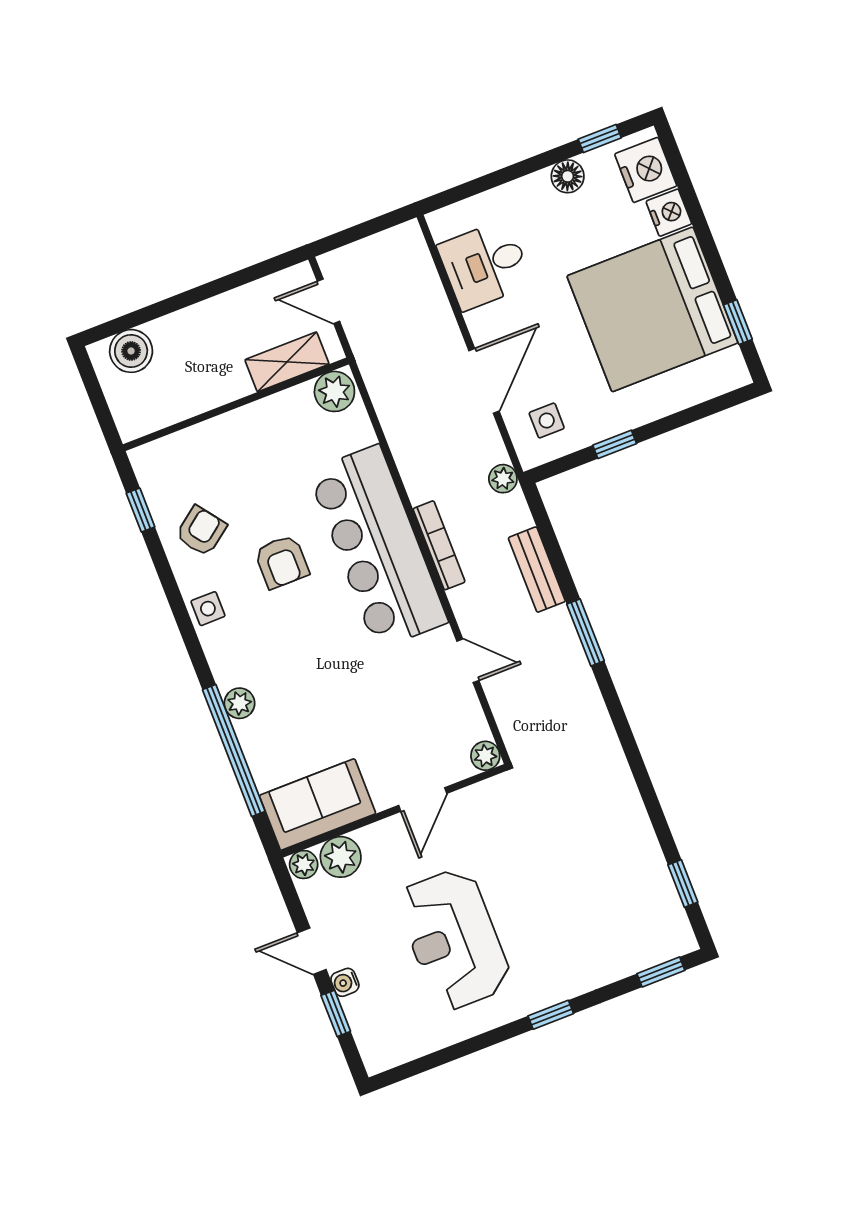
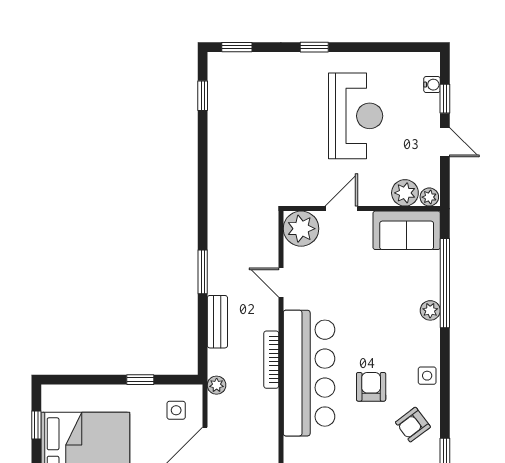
plant: (485, 756) -> (301, 229), width x1.88, depth x1.88
water cooler: (345, 982) -> (432, 85), moved

